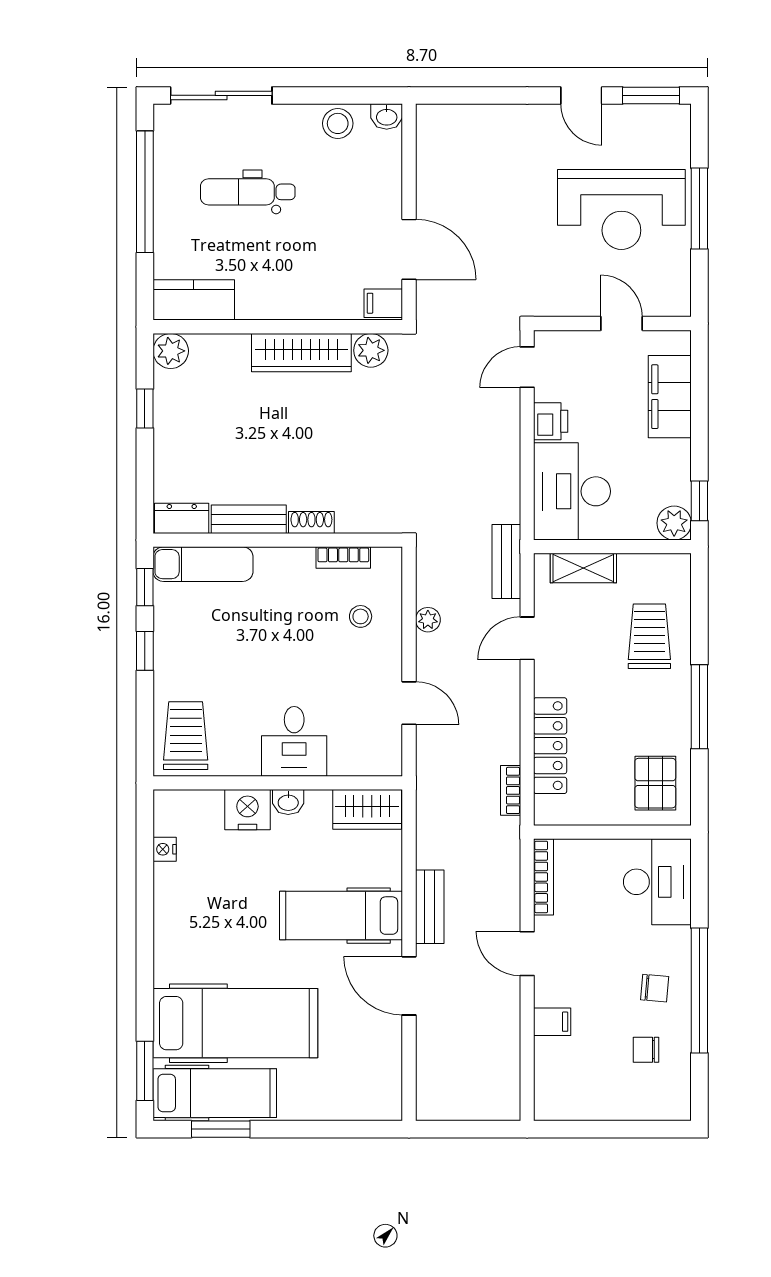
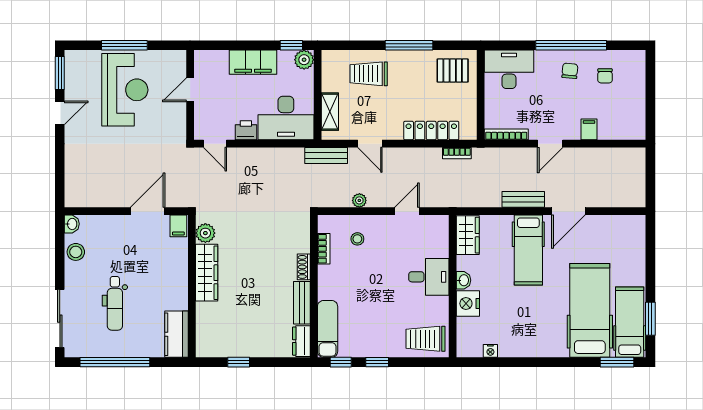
plant: (171, 351) -> (206, 347), removed
filing cabinet: (670, 397) -> (253, 62), moved

